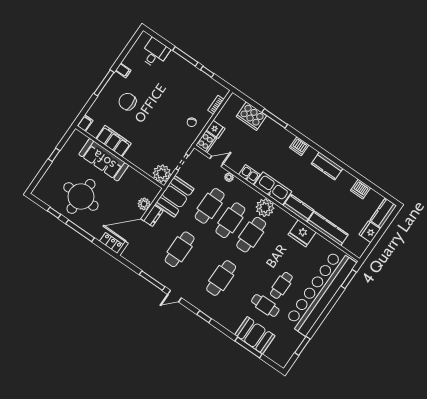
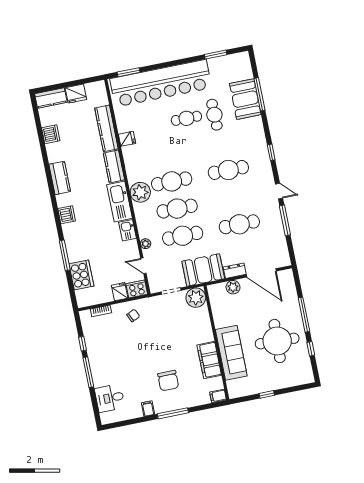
fridge: (302, 233) -> (127, 139), width x0.53, depth x0.75
locker: (111, 243) -> (288, 281), removed

